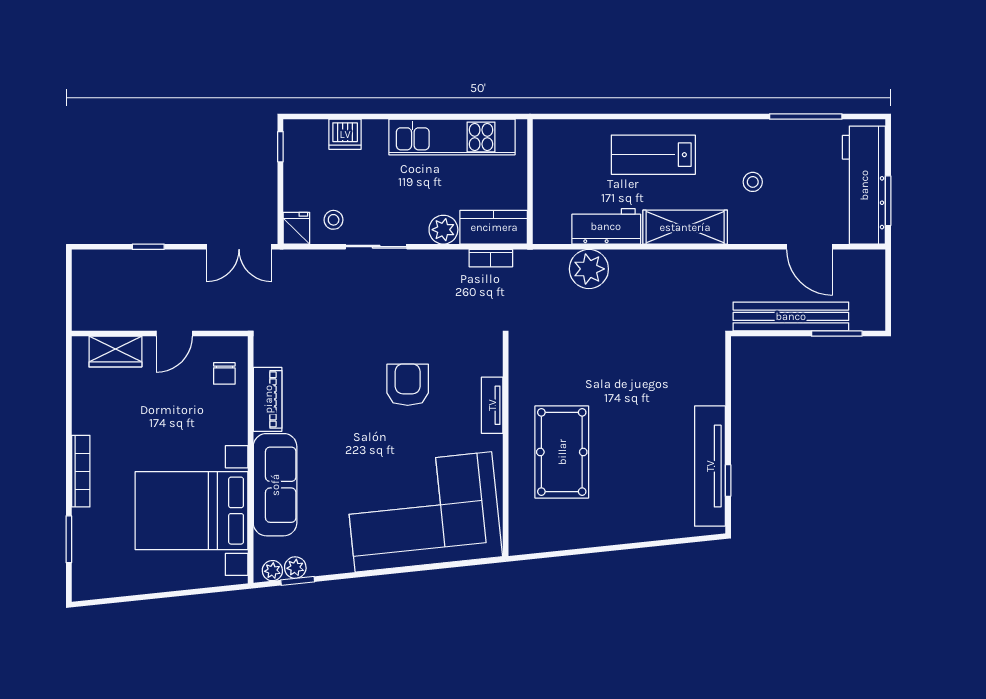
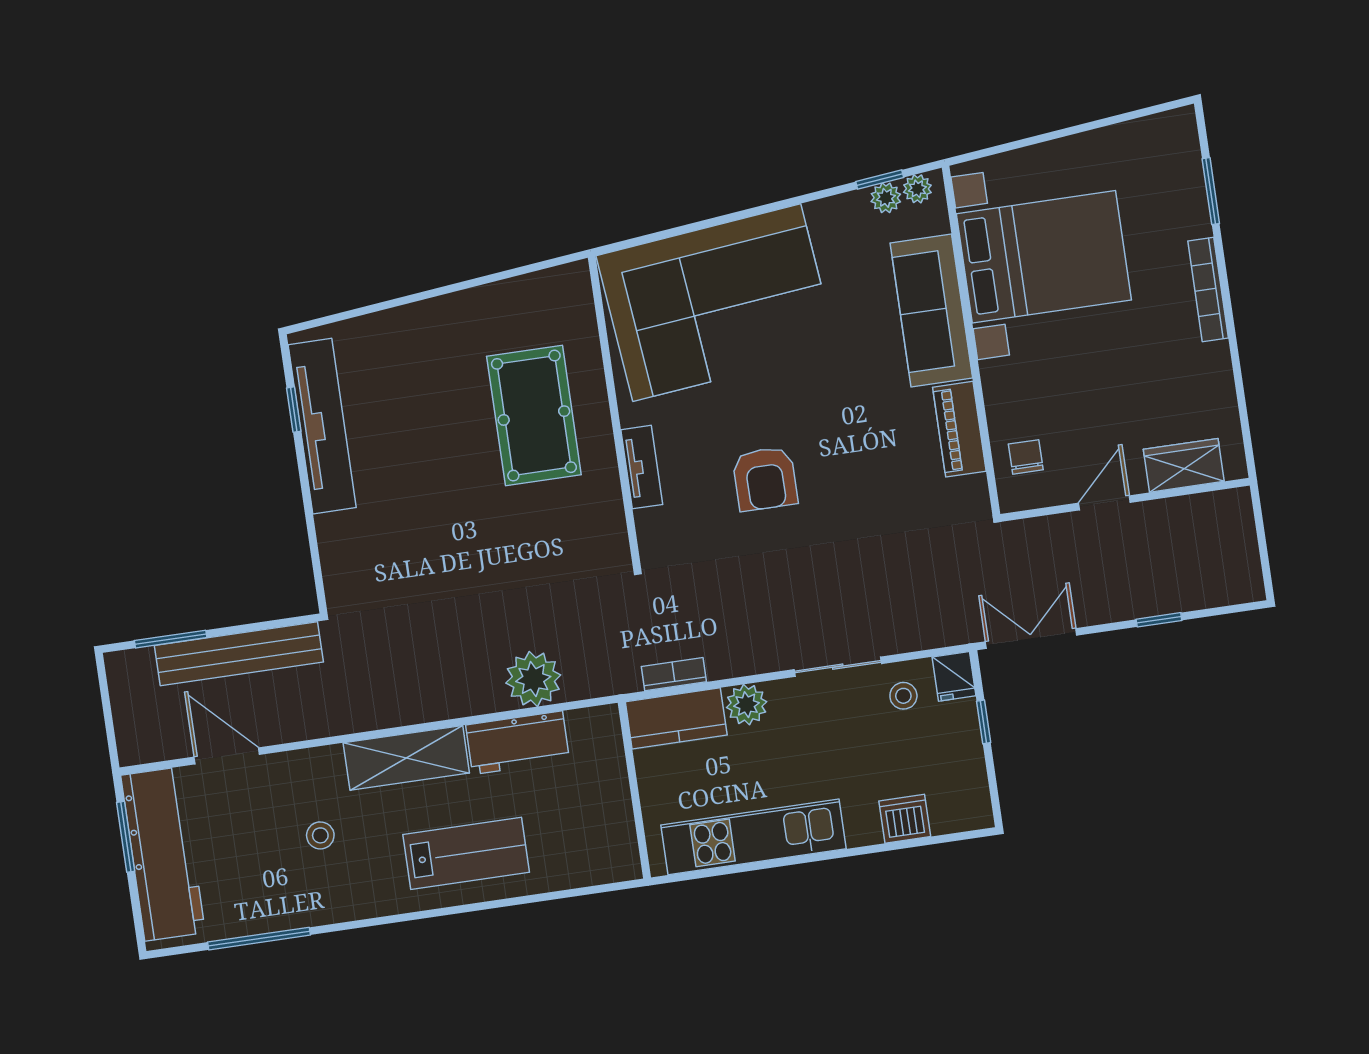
window: (280, 147) -> (984, 722), moved

